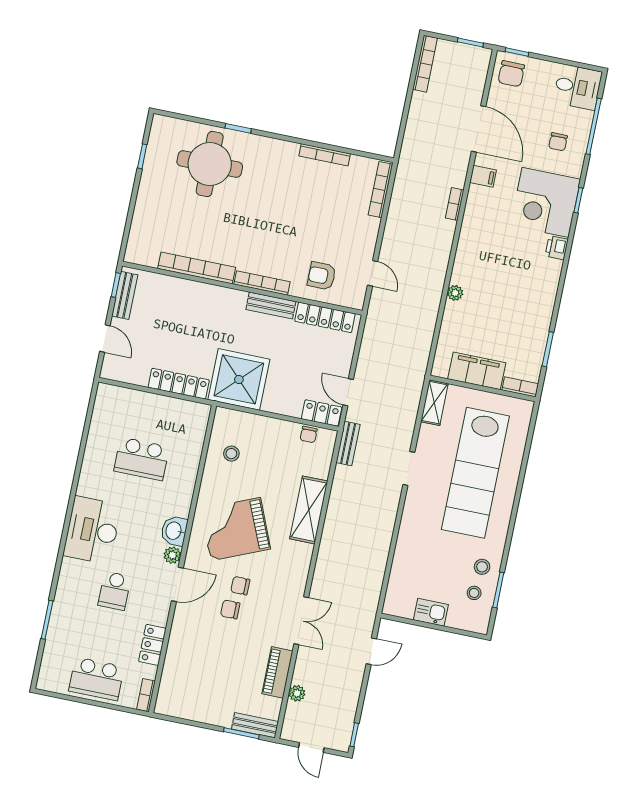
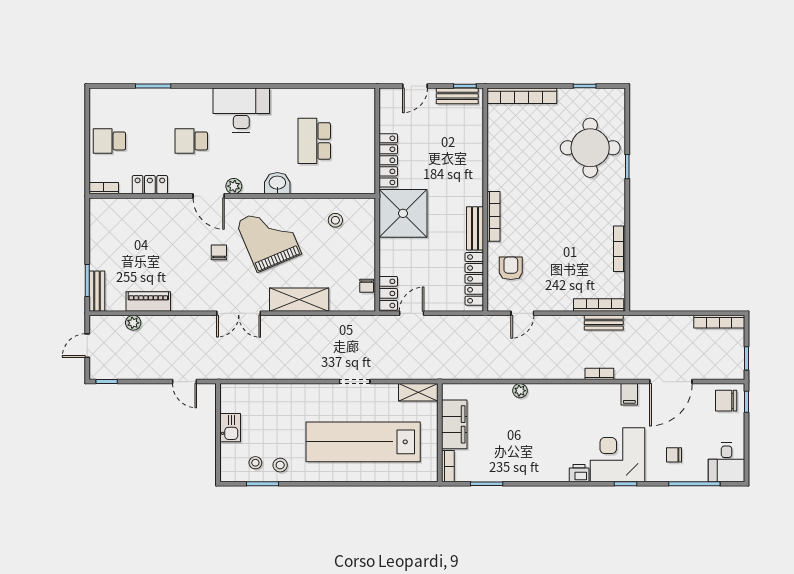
bookcase: (197, 268) -> (522, 96), moved, turned 90
chair: (309, 434) -> (367, 286), turned -90
bench: (348, 444) -> (604, 323), moved
washbasin: (174, 531) -> (277, 183), moved
chair: (230, 609) -> (196, 248), removed
double door: (301, 621) -> (239, 313), moved
school desk: (96, 679) -> (109, 141), width x0.54

